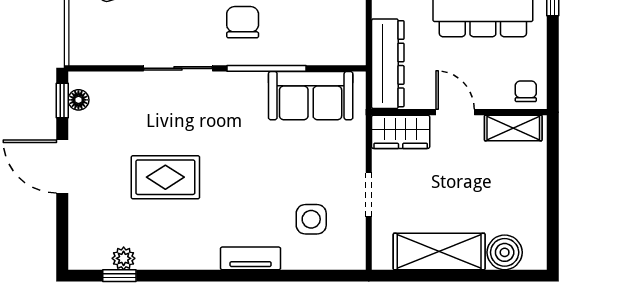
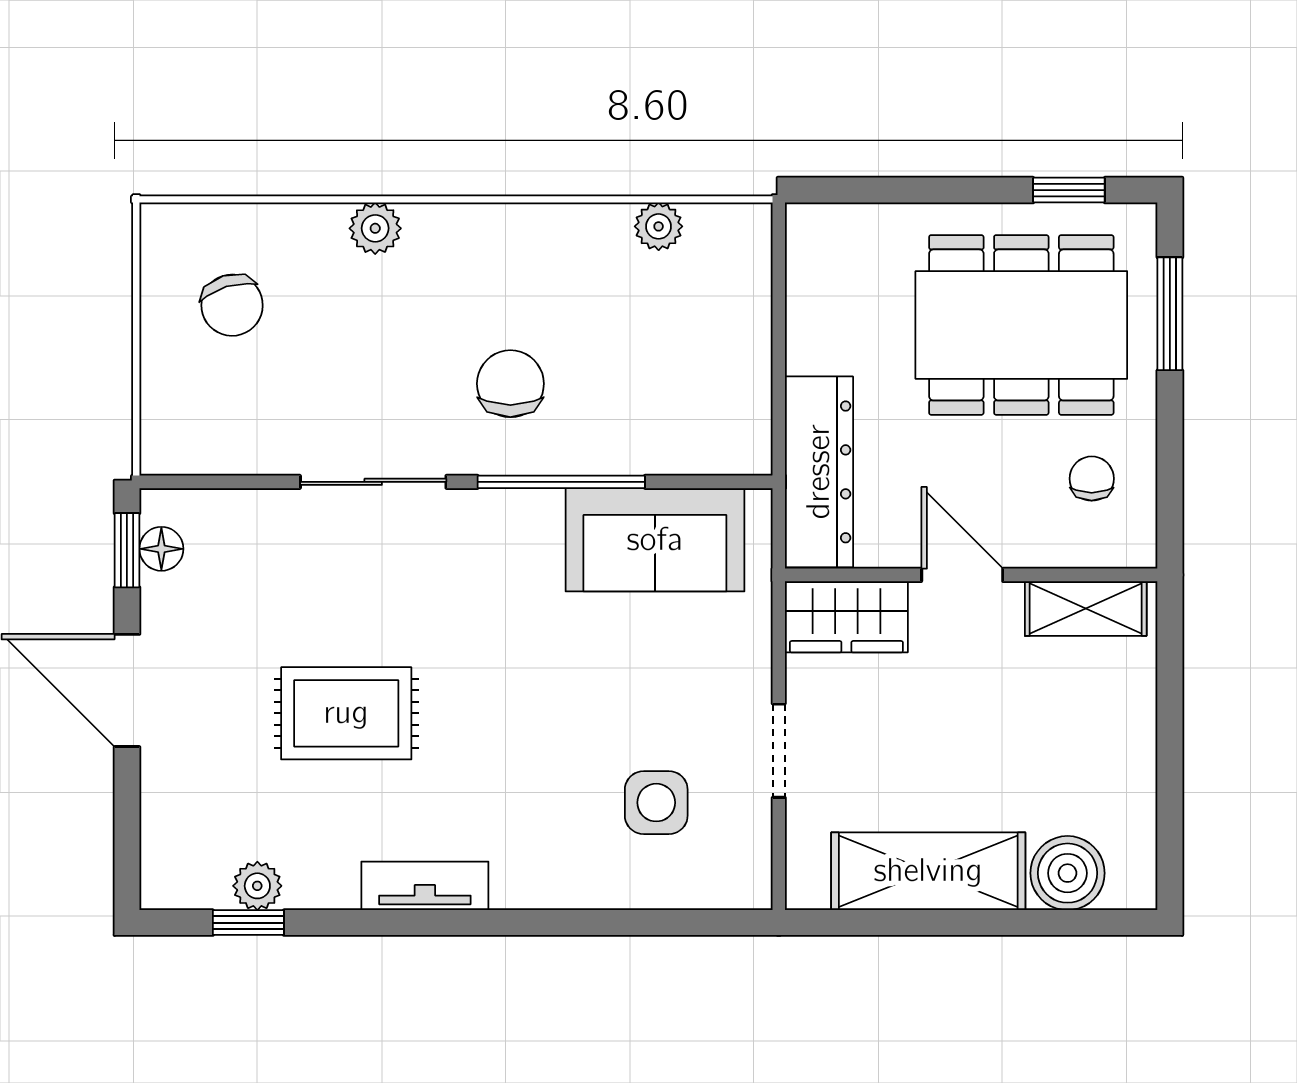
chair: (526, 91) -> (1092, 479), moved
tv unit: (251, 258) -> (425, 886), moved

